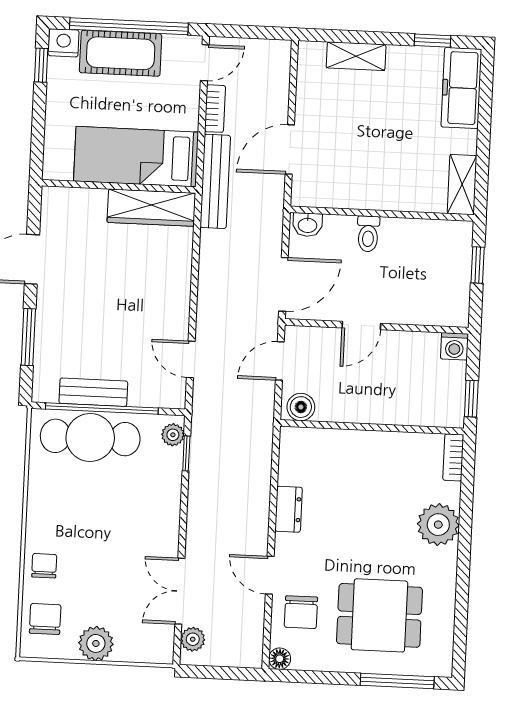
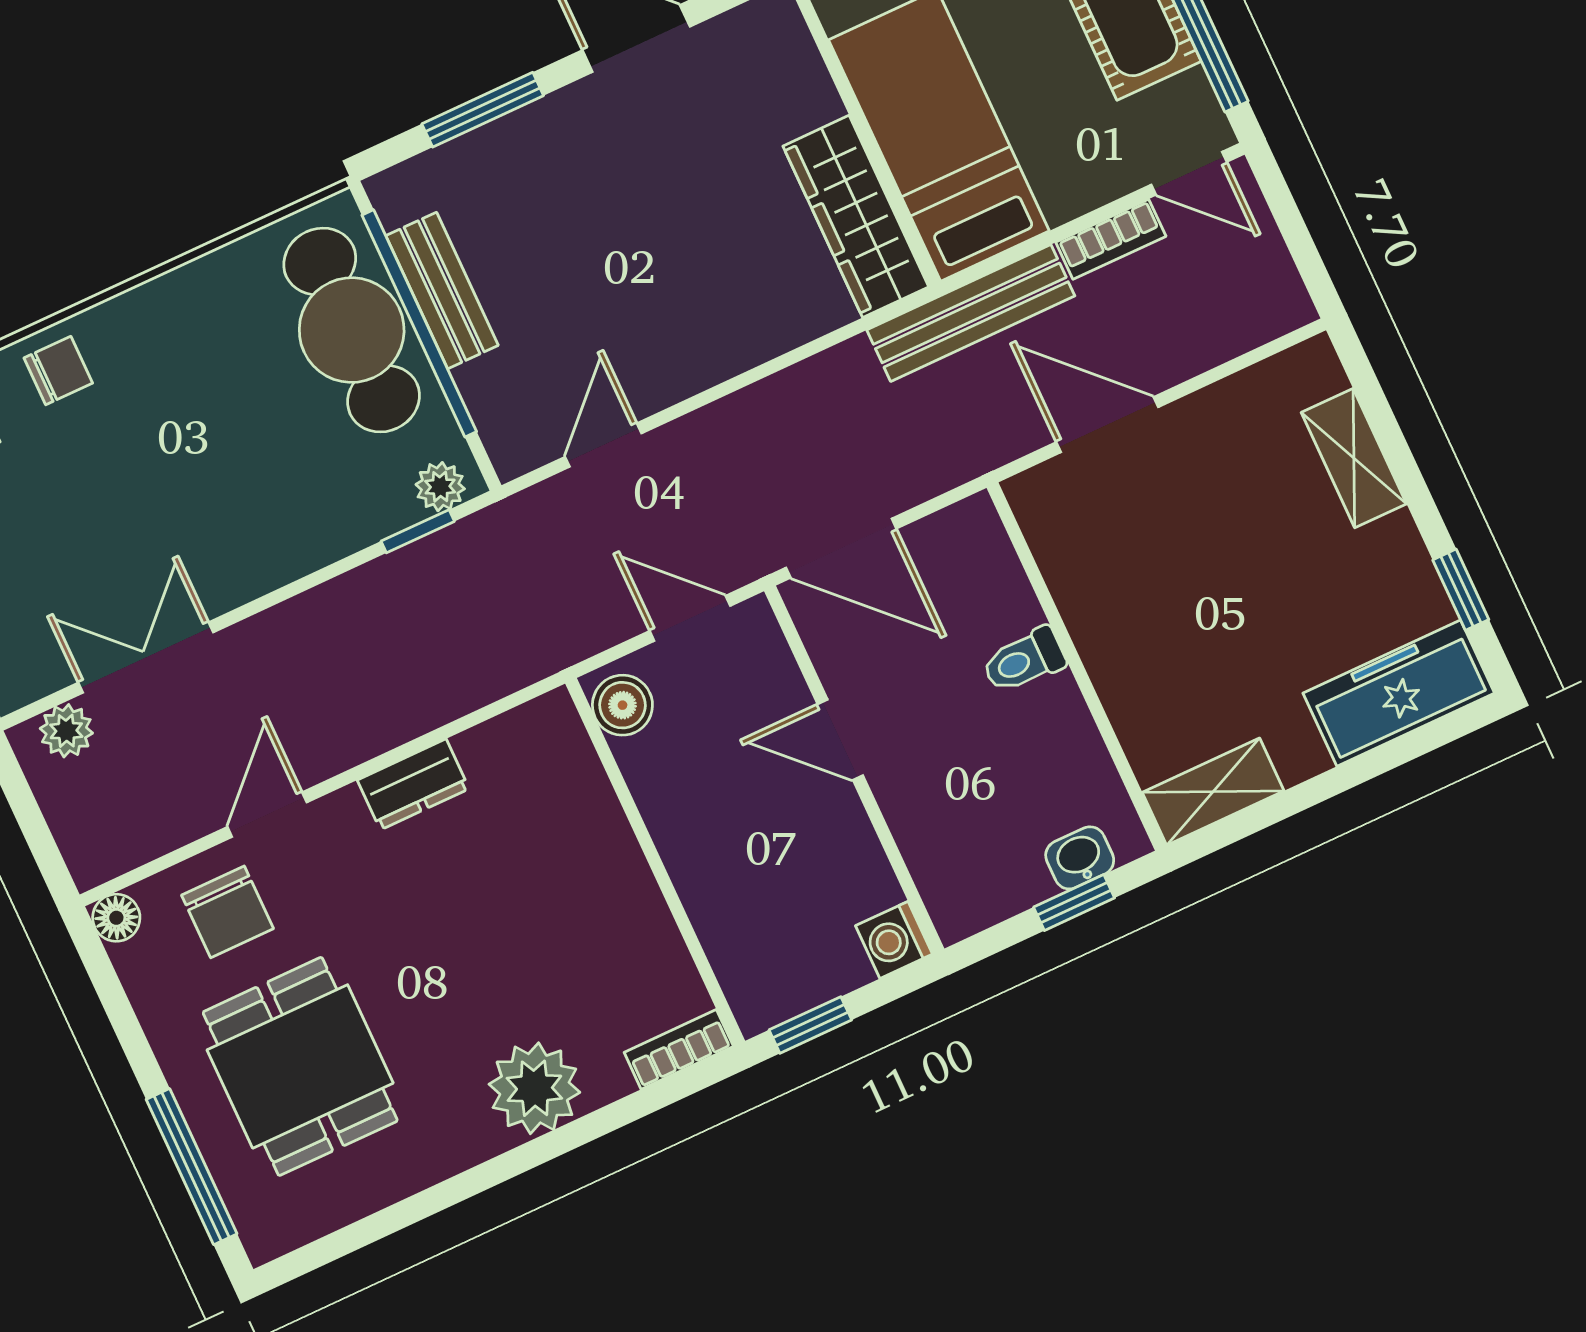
washbasin: (308, 225) -> (1080, 858), moved, turned 90
chair: (301, 612) -> (227, 912), turned -90

